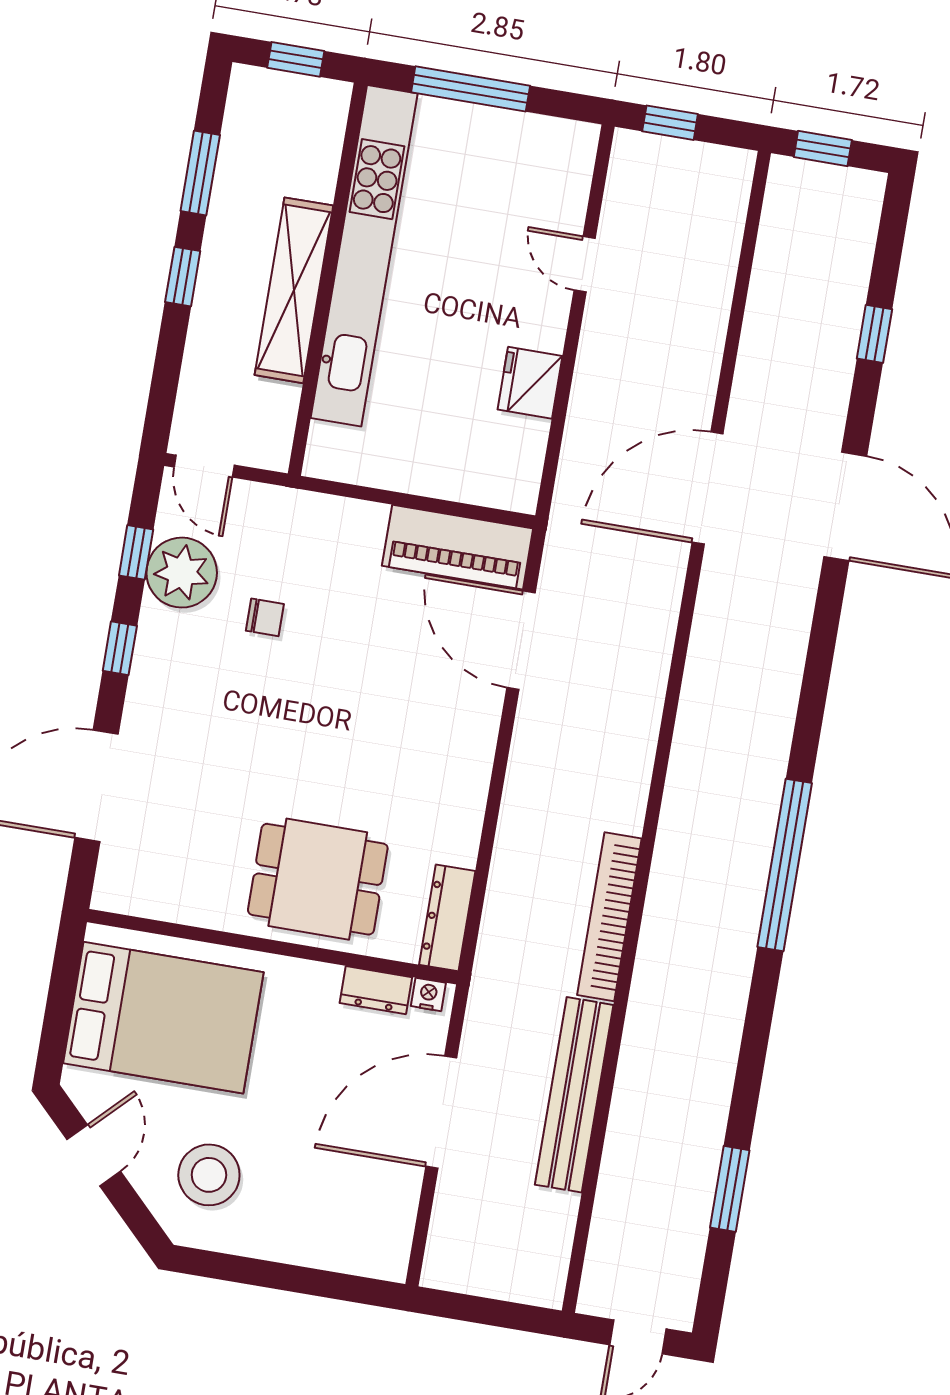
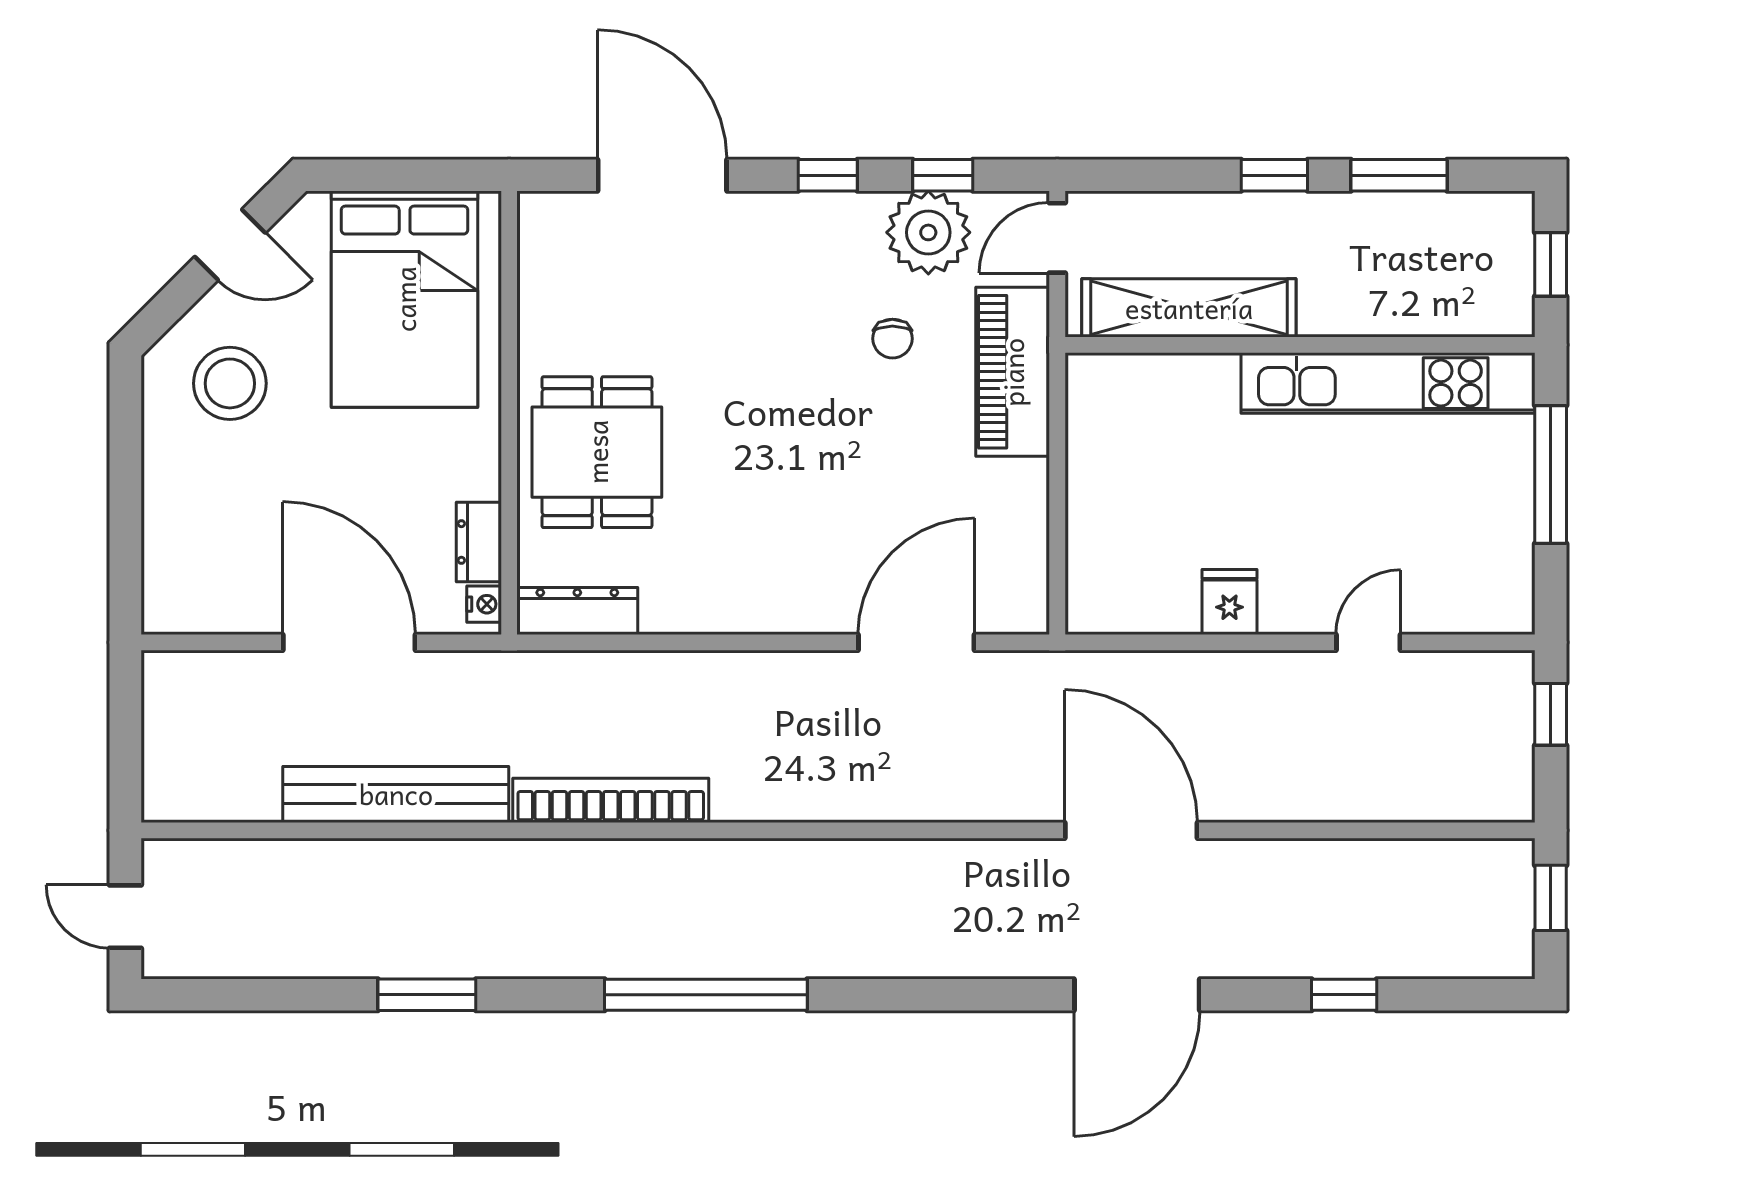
kitchen unit: (364, 256) -> (1388, 383), width x0.73
shelving: (294, 290) -> (1189, 308), moved
fridge: (530, 383) -> (1229, 602), width x0.72
piano: (458, 547) -> (1013, 372), moved
window: (730, 1189) -> (427, 995), moved

